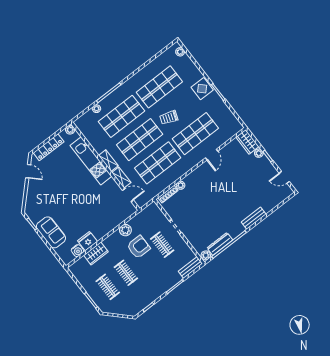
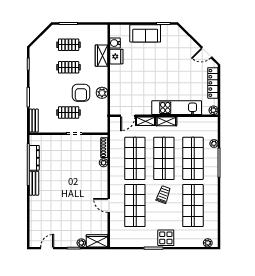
bench: (254, 218) -> (34, 183), moved
plant: (206, 255) -> (34, 140), removed

